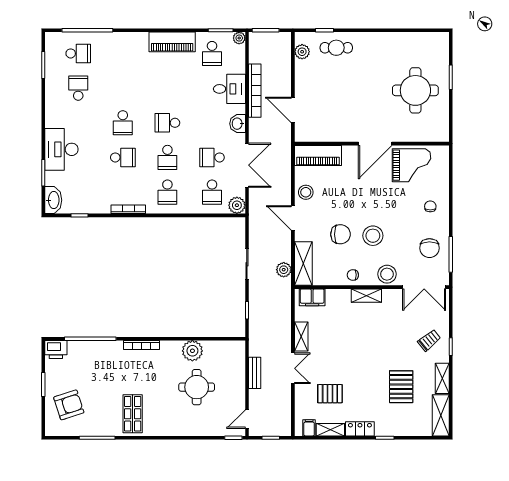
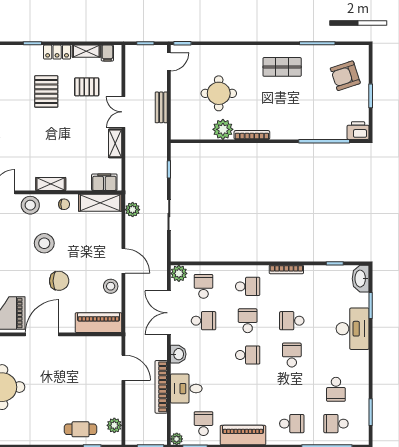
school desk: (123, 53) -> (292, 424), added
school desk: (167, 192) -> (248, 286), turned 90
chair: (340, 234) -> (59, 281), moved, turned 180
shelving: (303, 264) -> (100, 203), moved, turned 90
bookcase: (141, 345) -> (252, 135), moved
pallet: (401, 387) -> (46, 91), moved
shop shelf: (133, 414) -> (282, 67), turned 90

